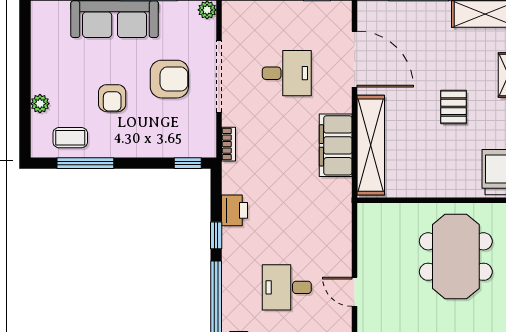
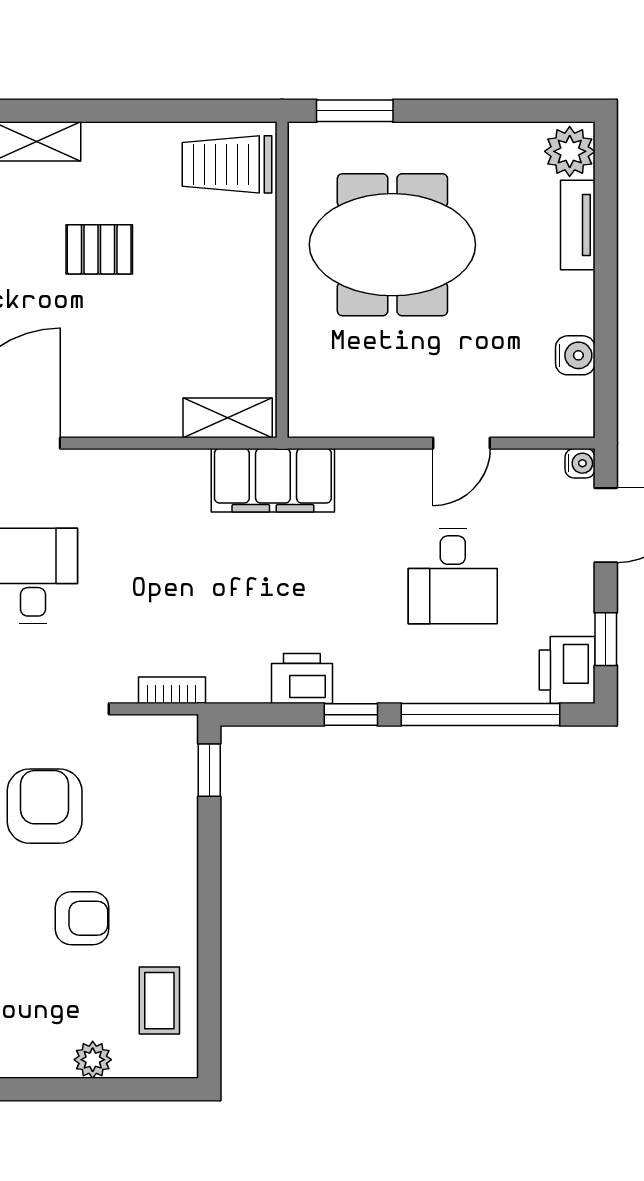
filing cabinet: (336, 145) -> (273, 480), moved
shelving: (371, 145) -> (228, 418), width x0.45, depth x0.75
window: (85, 163) -> (209, 971), removed

